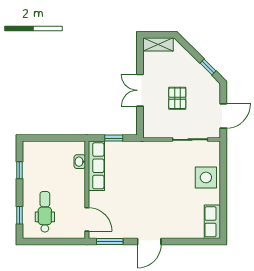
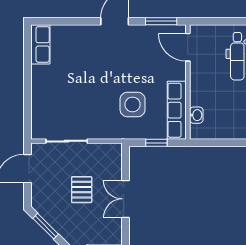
window: (208, 67) -> (46, 226), width x1.50
double door: (140, 90) -> (125, 199), swing flipped
side table: (206, 177) -> (133, 104), moved

